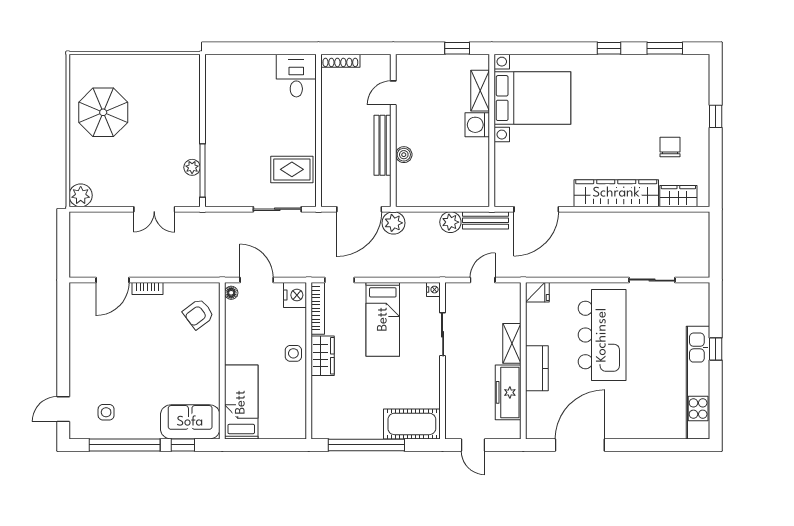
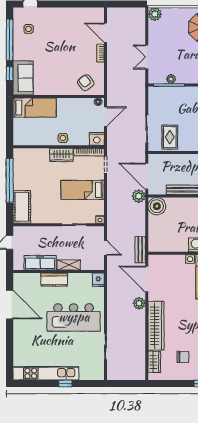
boiler: (404, 155) -> (157, 206), moved, width x1.86, depth x1.86
plant: (450, 222) -> (139, 303), moved

